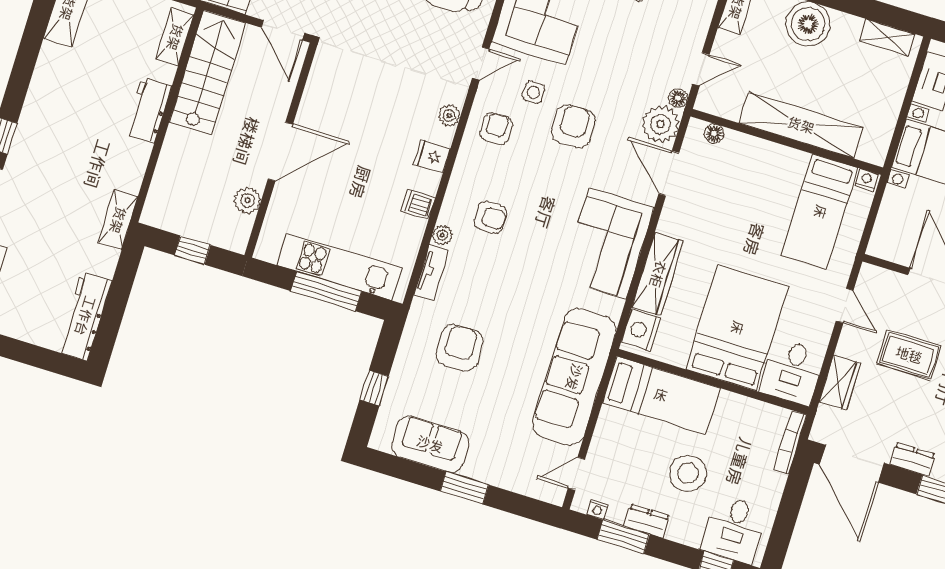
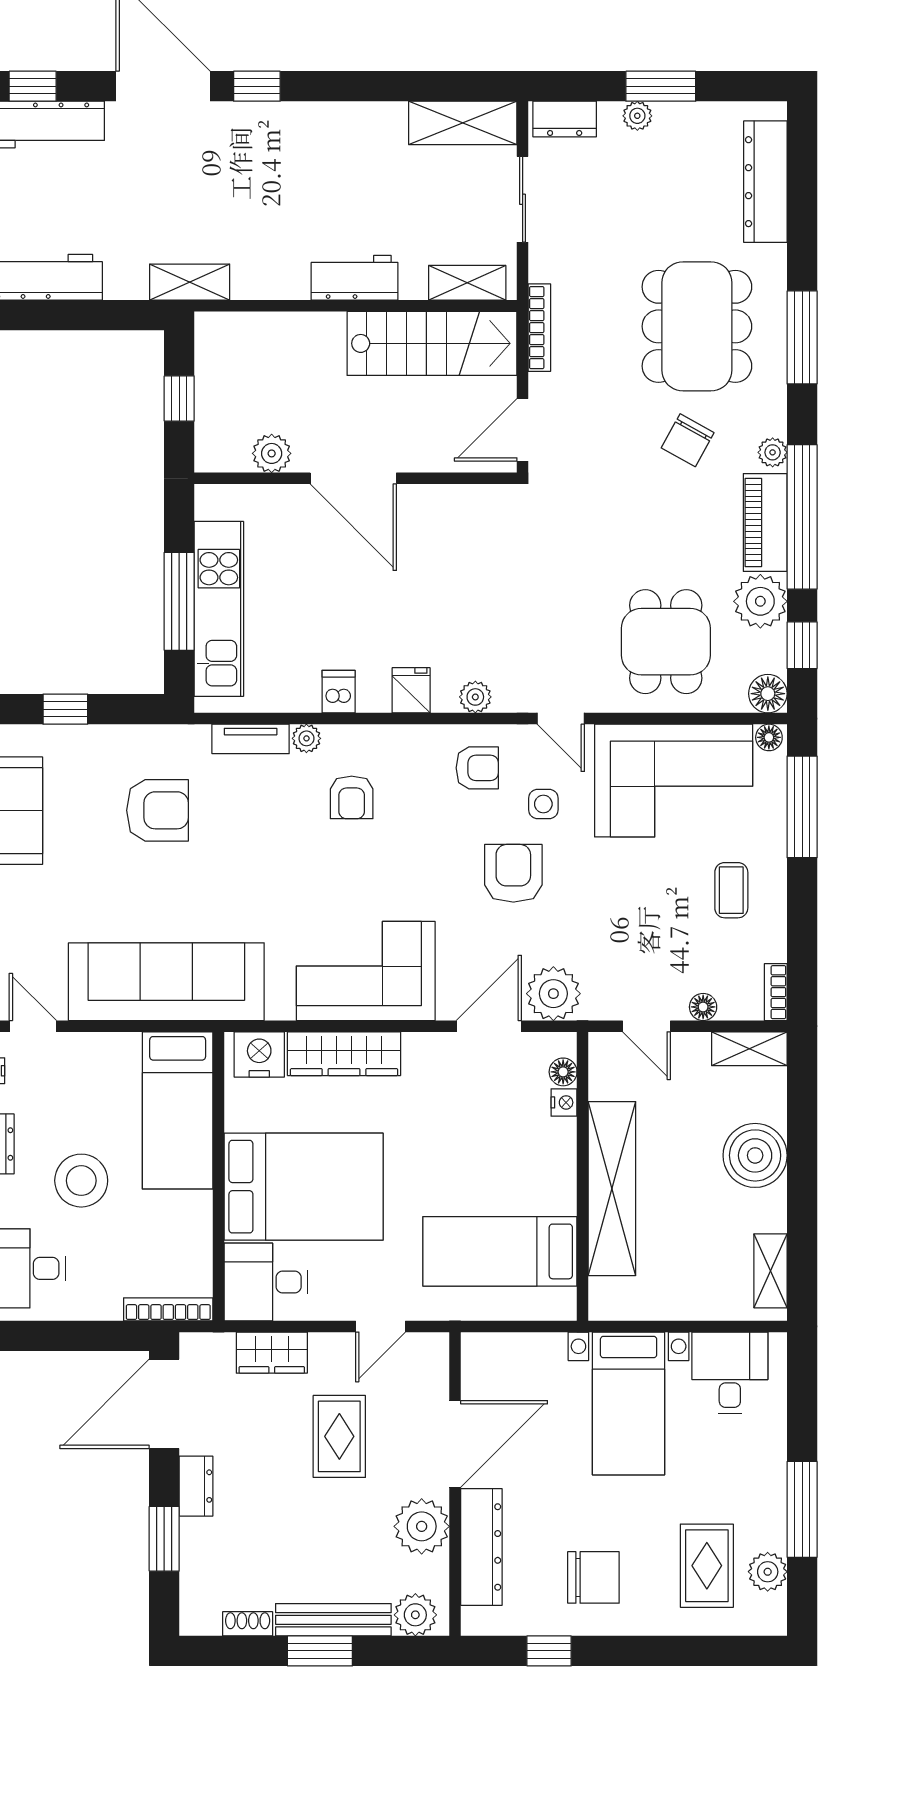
floor lamp: (678, 98) -> (703, 1007), moved
armchair: (573, 126) -> (513, 873), turned -90
nightstand: (866, 180) -> (564, 1102), moved

